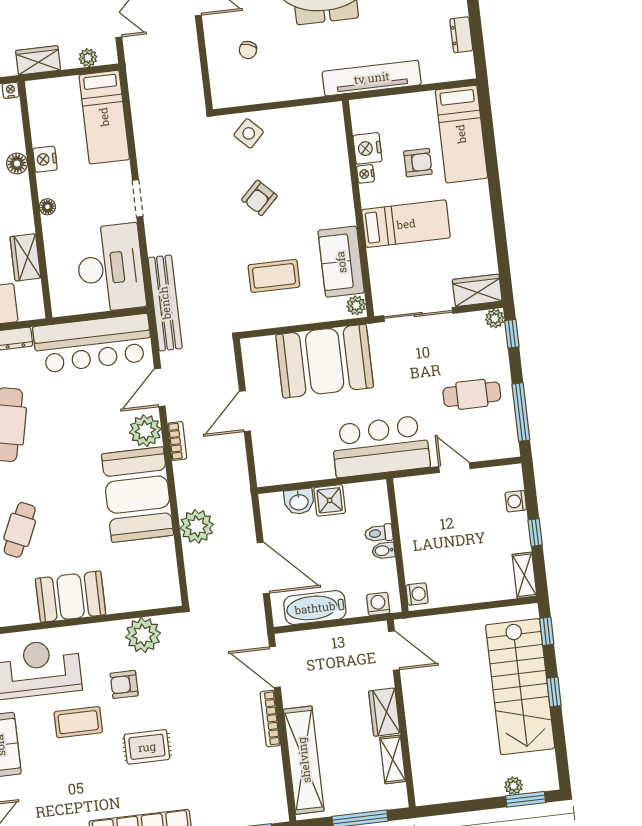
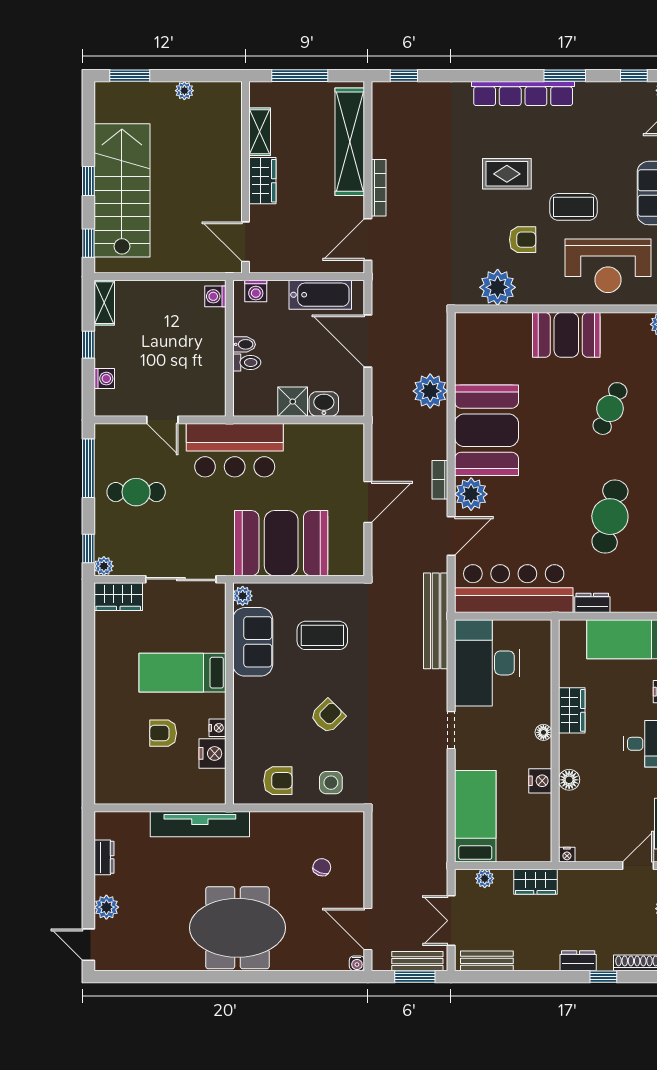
armchair: (301, 129) -> (278, 781), added
side table: (249, 133) -> (331, 783), turned 45
bed: (461, 134) -> (116, 757), removed
wardrobe: (25, 257) -> (572, 710), moved
door: (275, 667) -> (368, 240), swing flipped
plant: (514, 786) -> (184, 91), moved

